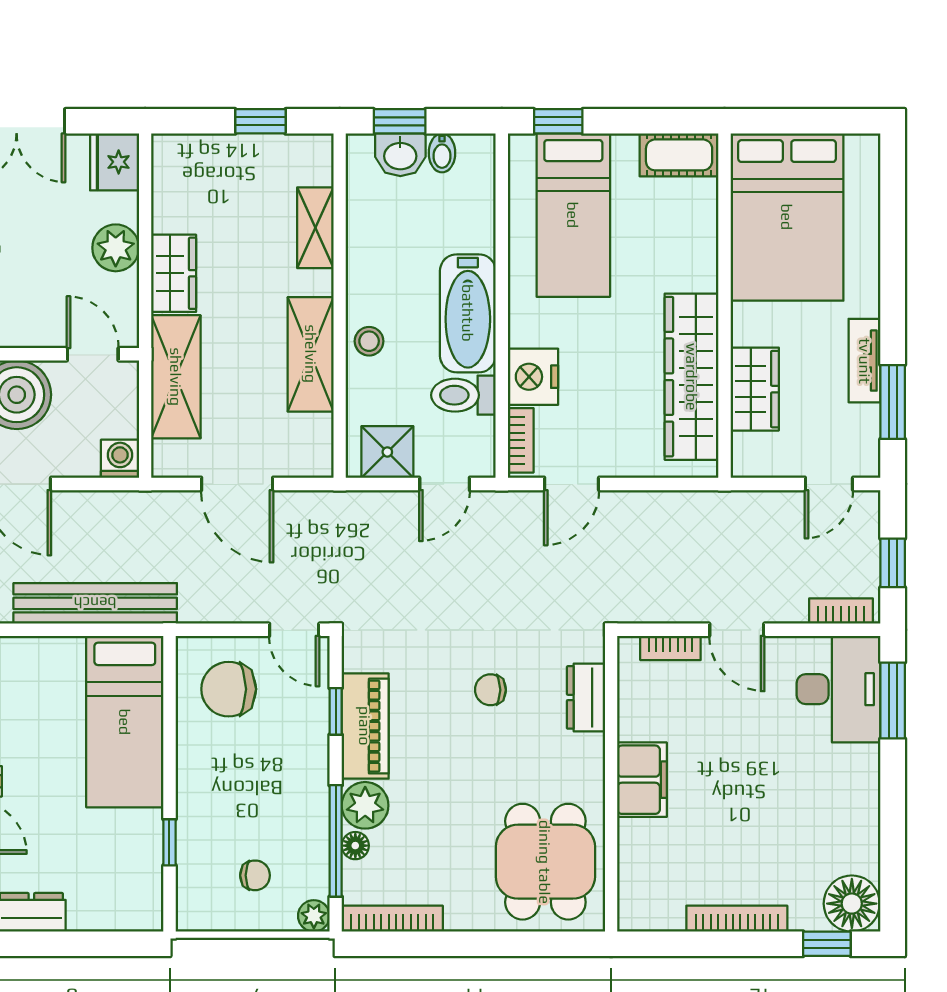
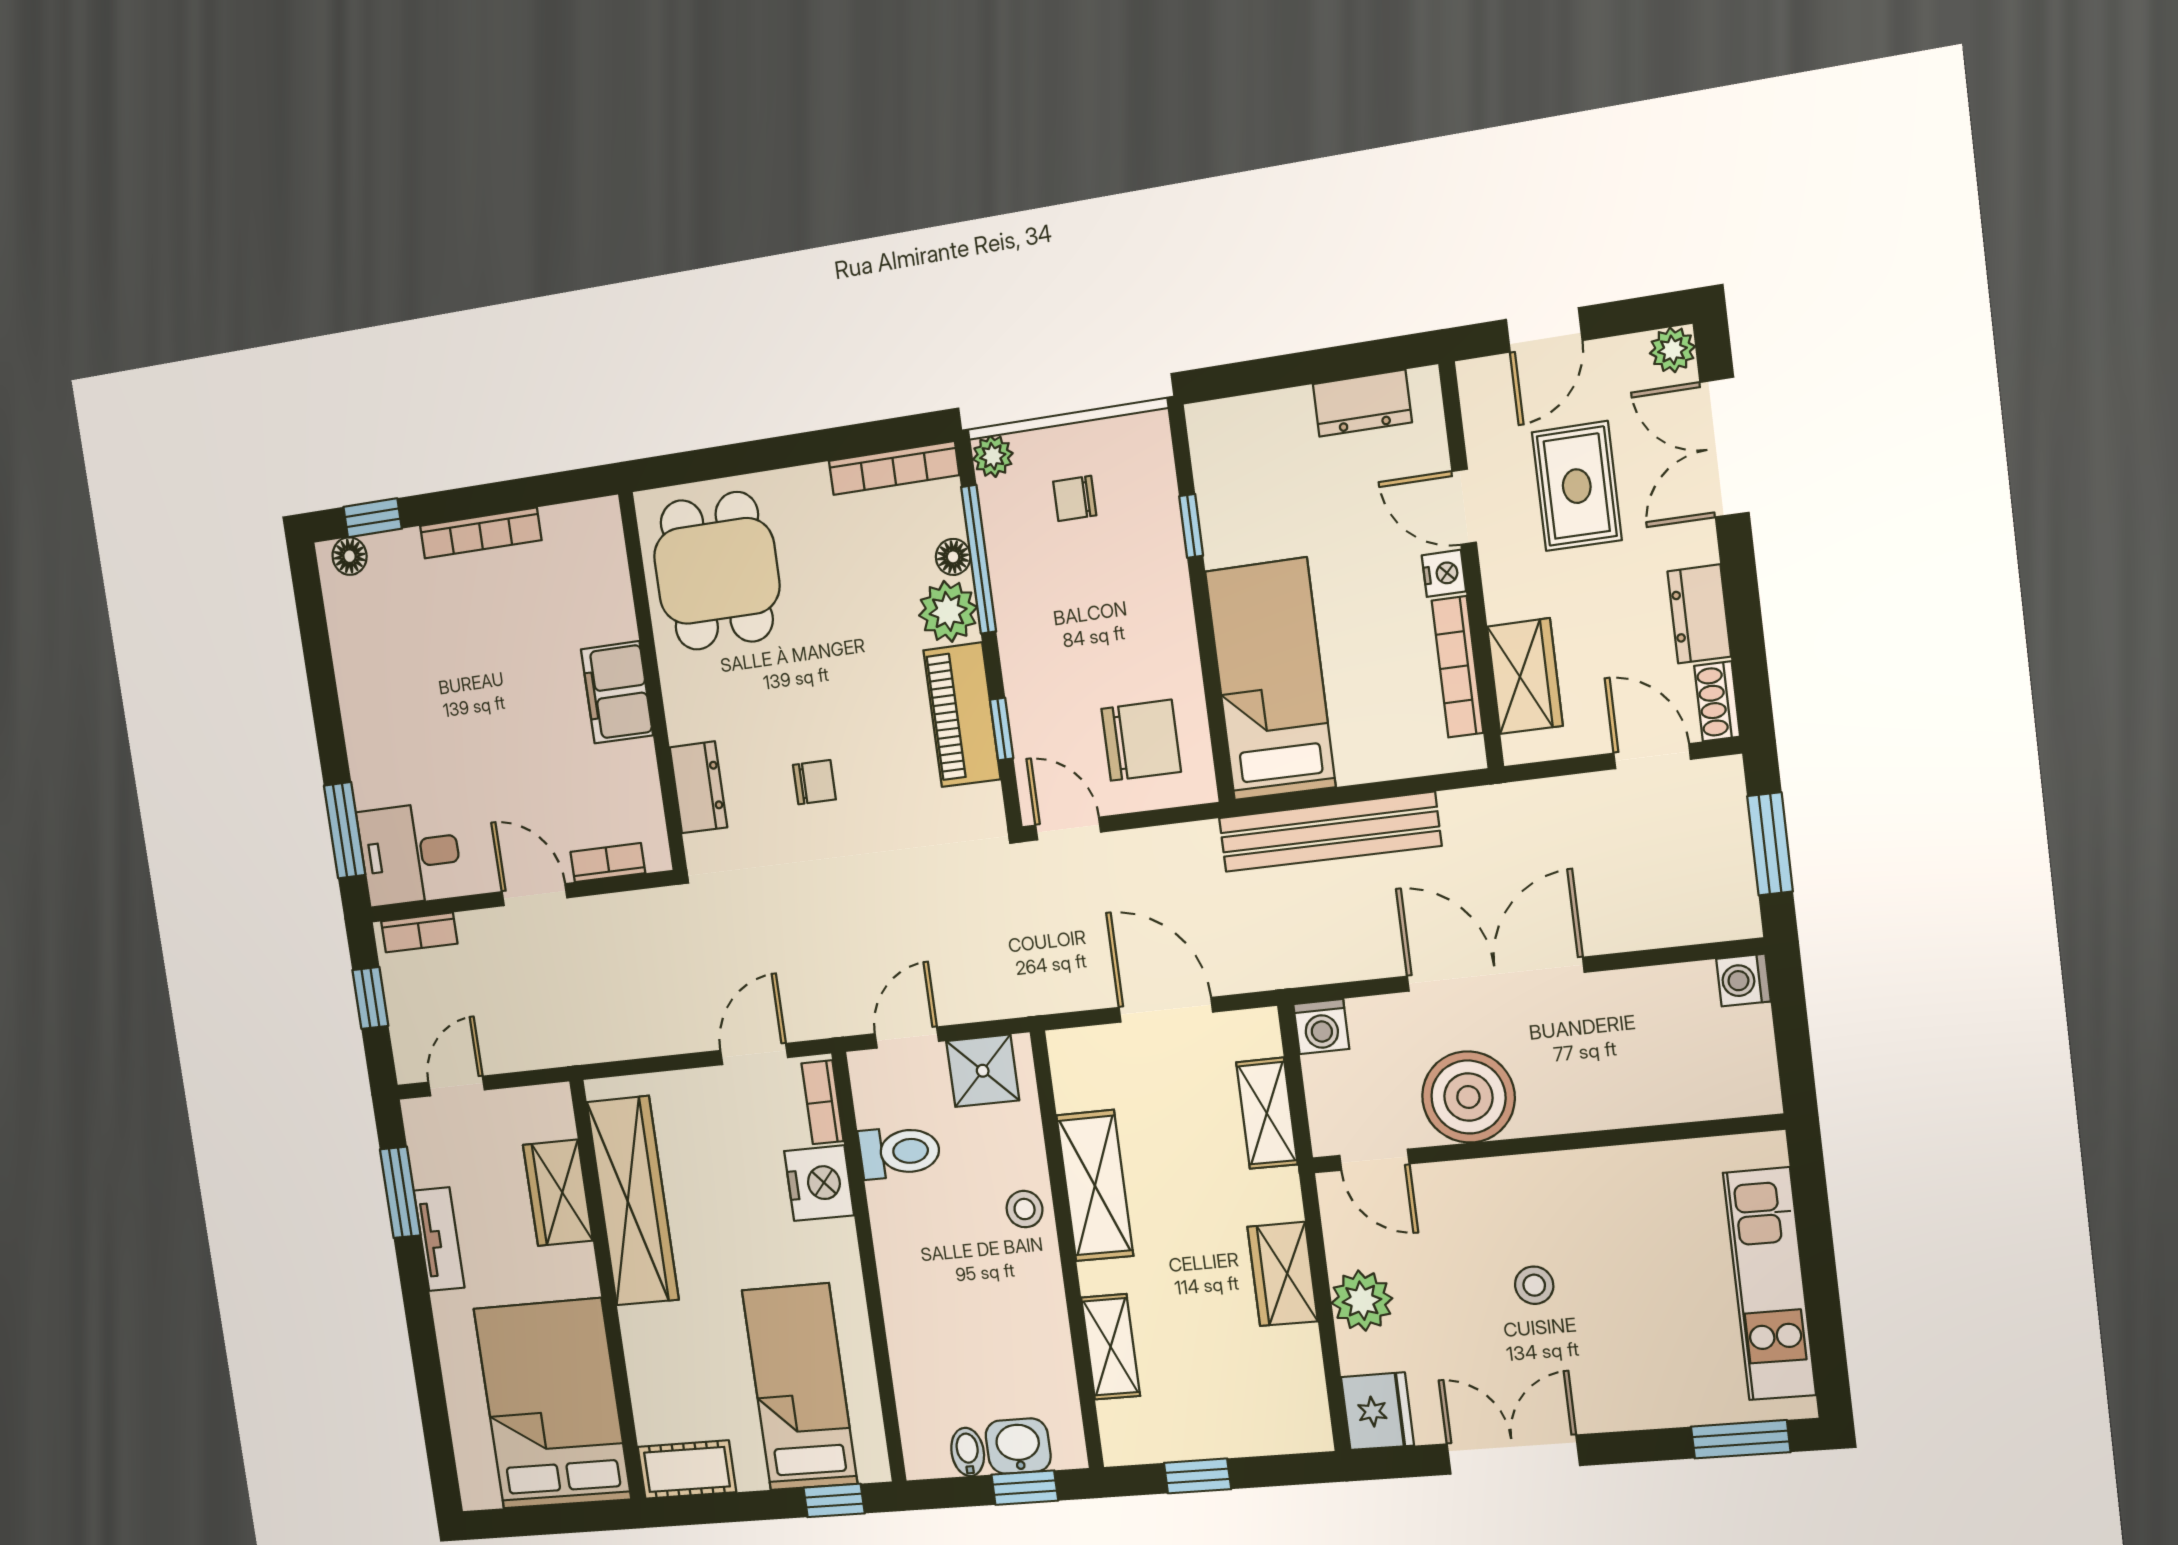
bathtub: (468, 313) -> (909, 1255), removed
shelving: (176, 377) -> (1267, 1113), width x0.67, depth x0.75
desk: (839, 689) -> (410, 854), width x0.73
floor lamp: (852, 904) -> (350, 556), width x0.53, depth x0.53

